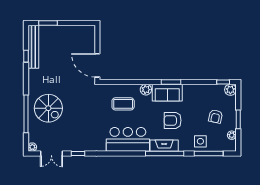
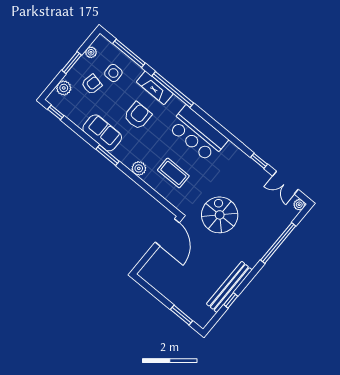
bench: (33, 47) -> (229, 287), moved
plant: (230, 90) -> (64, 88), moved
sofa: (167, 93) -> (102, 133), moved
spiral stairs: (48, 108) -> (220, 215), moved
armchair: (173, 120) -> (138, 116), turned -90
side table: (200, 141) -> (113, 73), moved
fireplace: (164, 146) -> (155, 88), moved
double door: (51, 153) -> (285, 183), swing flipped

